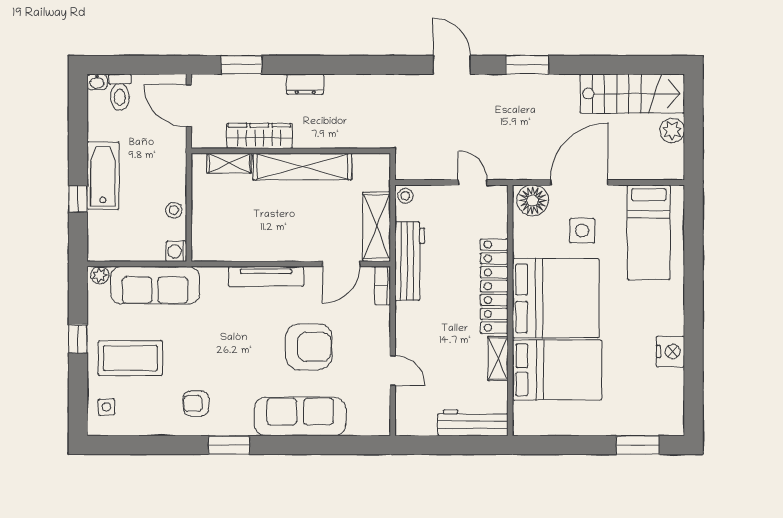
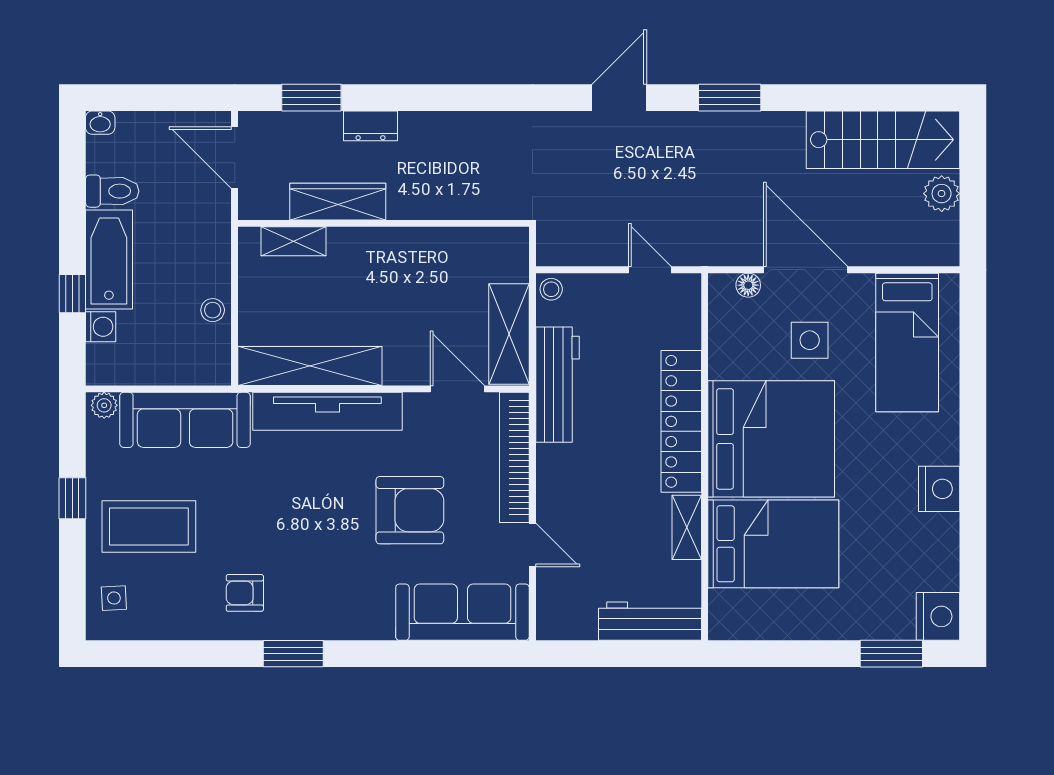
door: (452, 65) -> (619, 98), hinge flipped
dresser: (305, 84) -> (370, 126), moved
toilet: (120, 92) -> (112, 191), moved, turned -90
shelving: (302, 167) -> (310, 366), moved
door: (579, 183) -> (806, 270), hinge flipped
floor lamp: (533, 200) -> (748, 285), width x0.53, depth x0.53
washing machine: (176, 251) -> (101, 327), moved, turned 180
door: (341, 264) -> (457, 389), swing flipped
tv unit: (266, 276) -> (327, 411), width x1.36, depth x1.29
bookcase: (383, 286) -> (514, 457), width x2.31, depth x1.31
nightstand: (670, 352) -> (939, 489), moved
sofa: (300, 417) -> (462, 612), moved
nightstand: (670, 420) -> (938, 616), added

